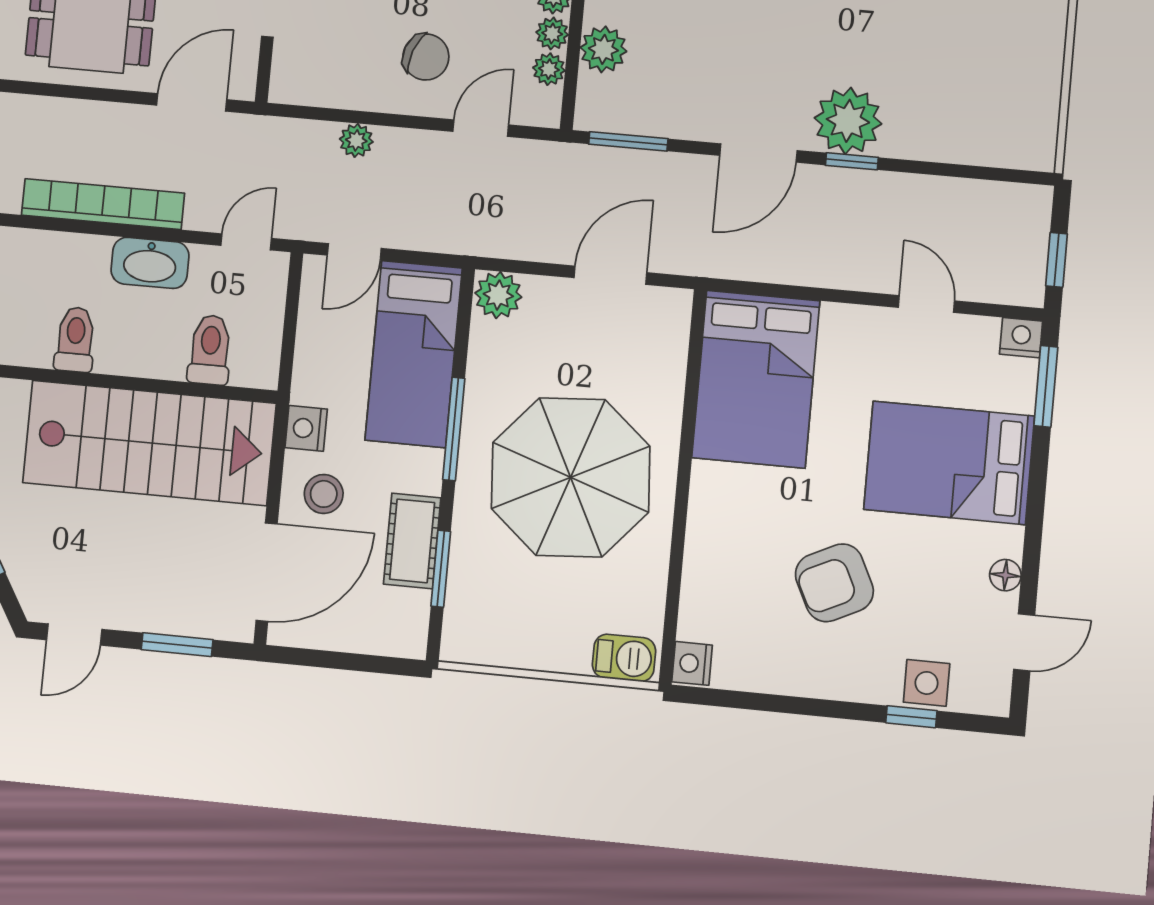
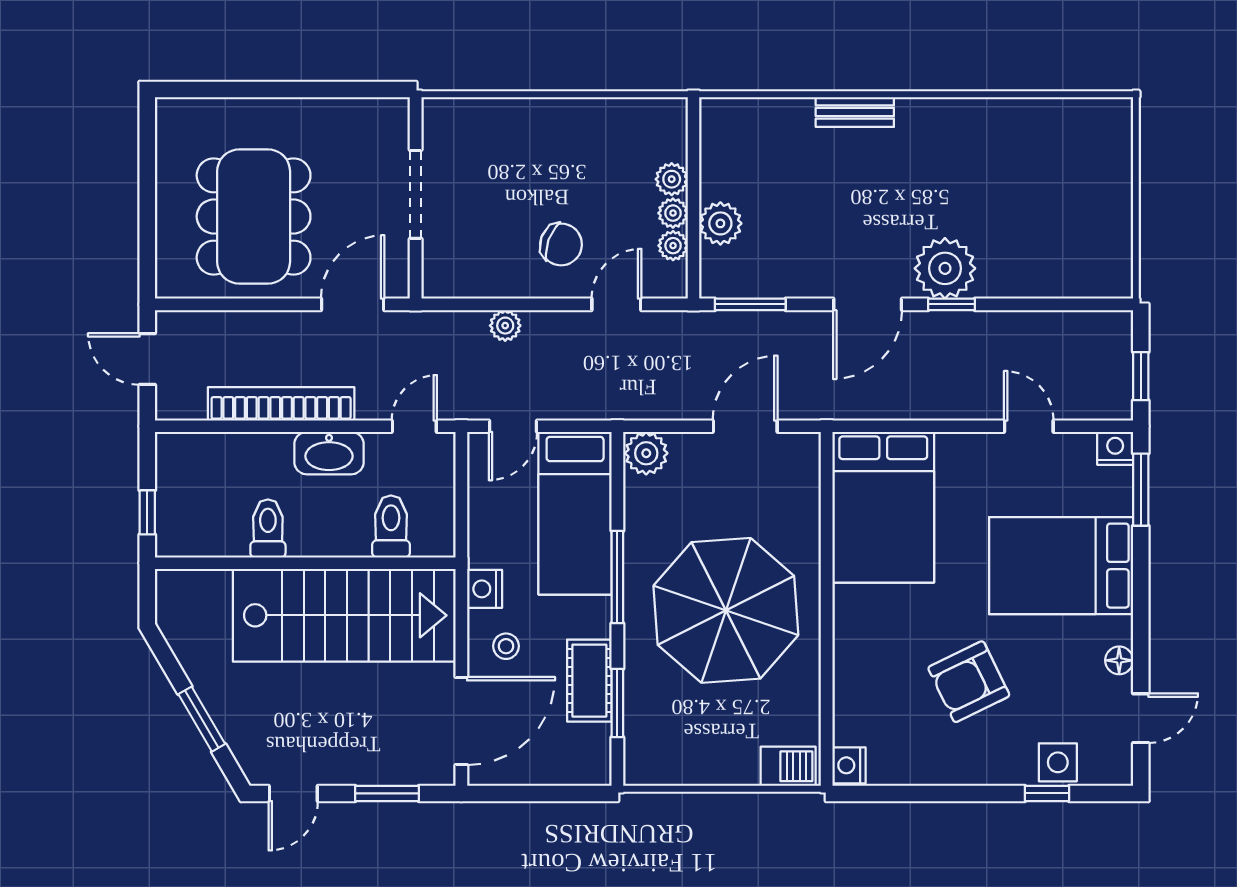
stool: (324, 494) -> (506, 646), width x0.73, depth x0.73

